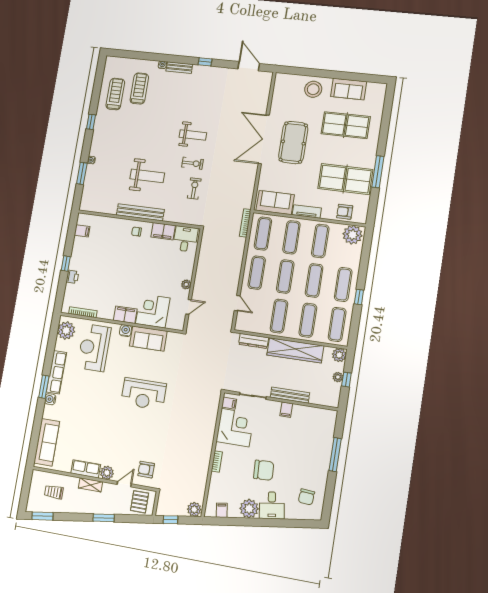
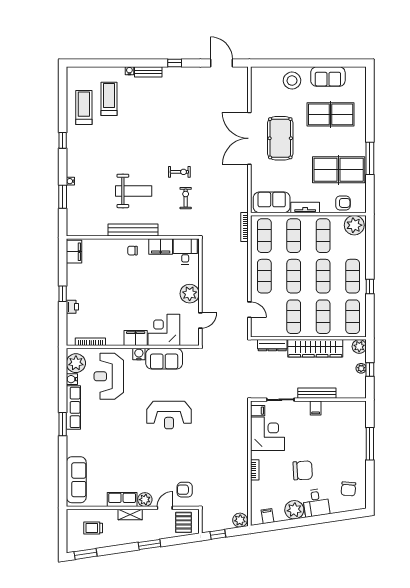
weight bench: (193, 135) -> (175, 142), removed
armchair: (345, 212) -> (343, 203), turned 180
filing cabinet: (82, 231) -> (74, 252), width x2.00
plant: (186, 284) -> (190, 294), width x1.87, depth x1.87
water cooler: (50, 399) -> (72, 379), moved

